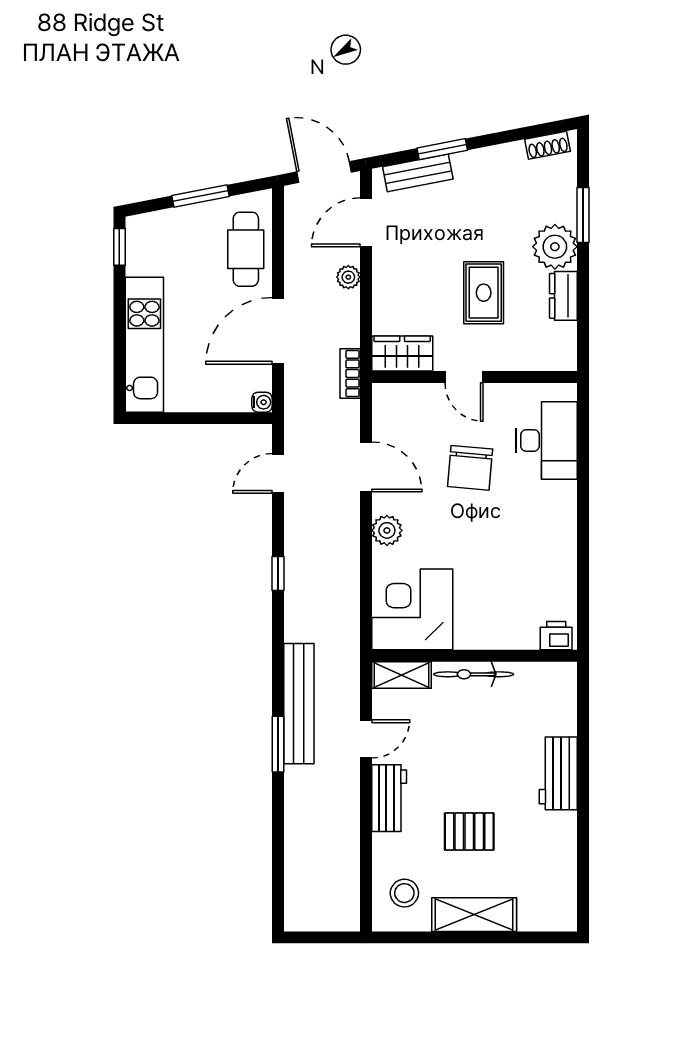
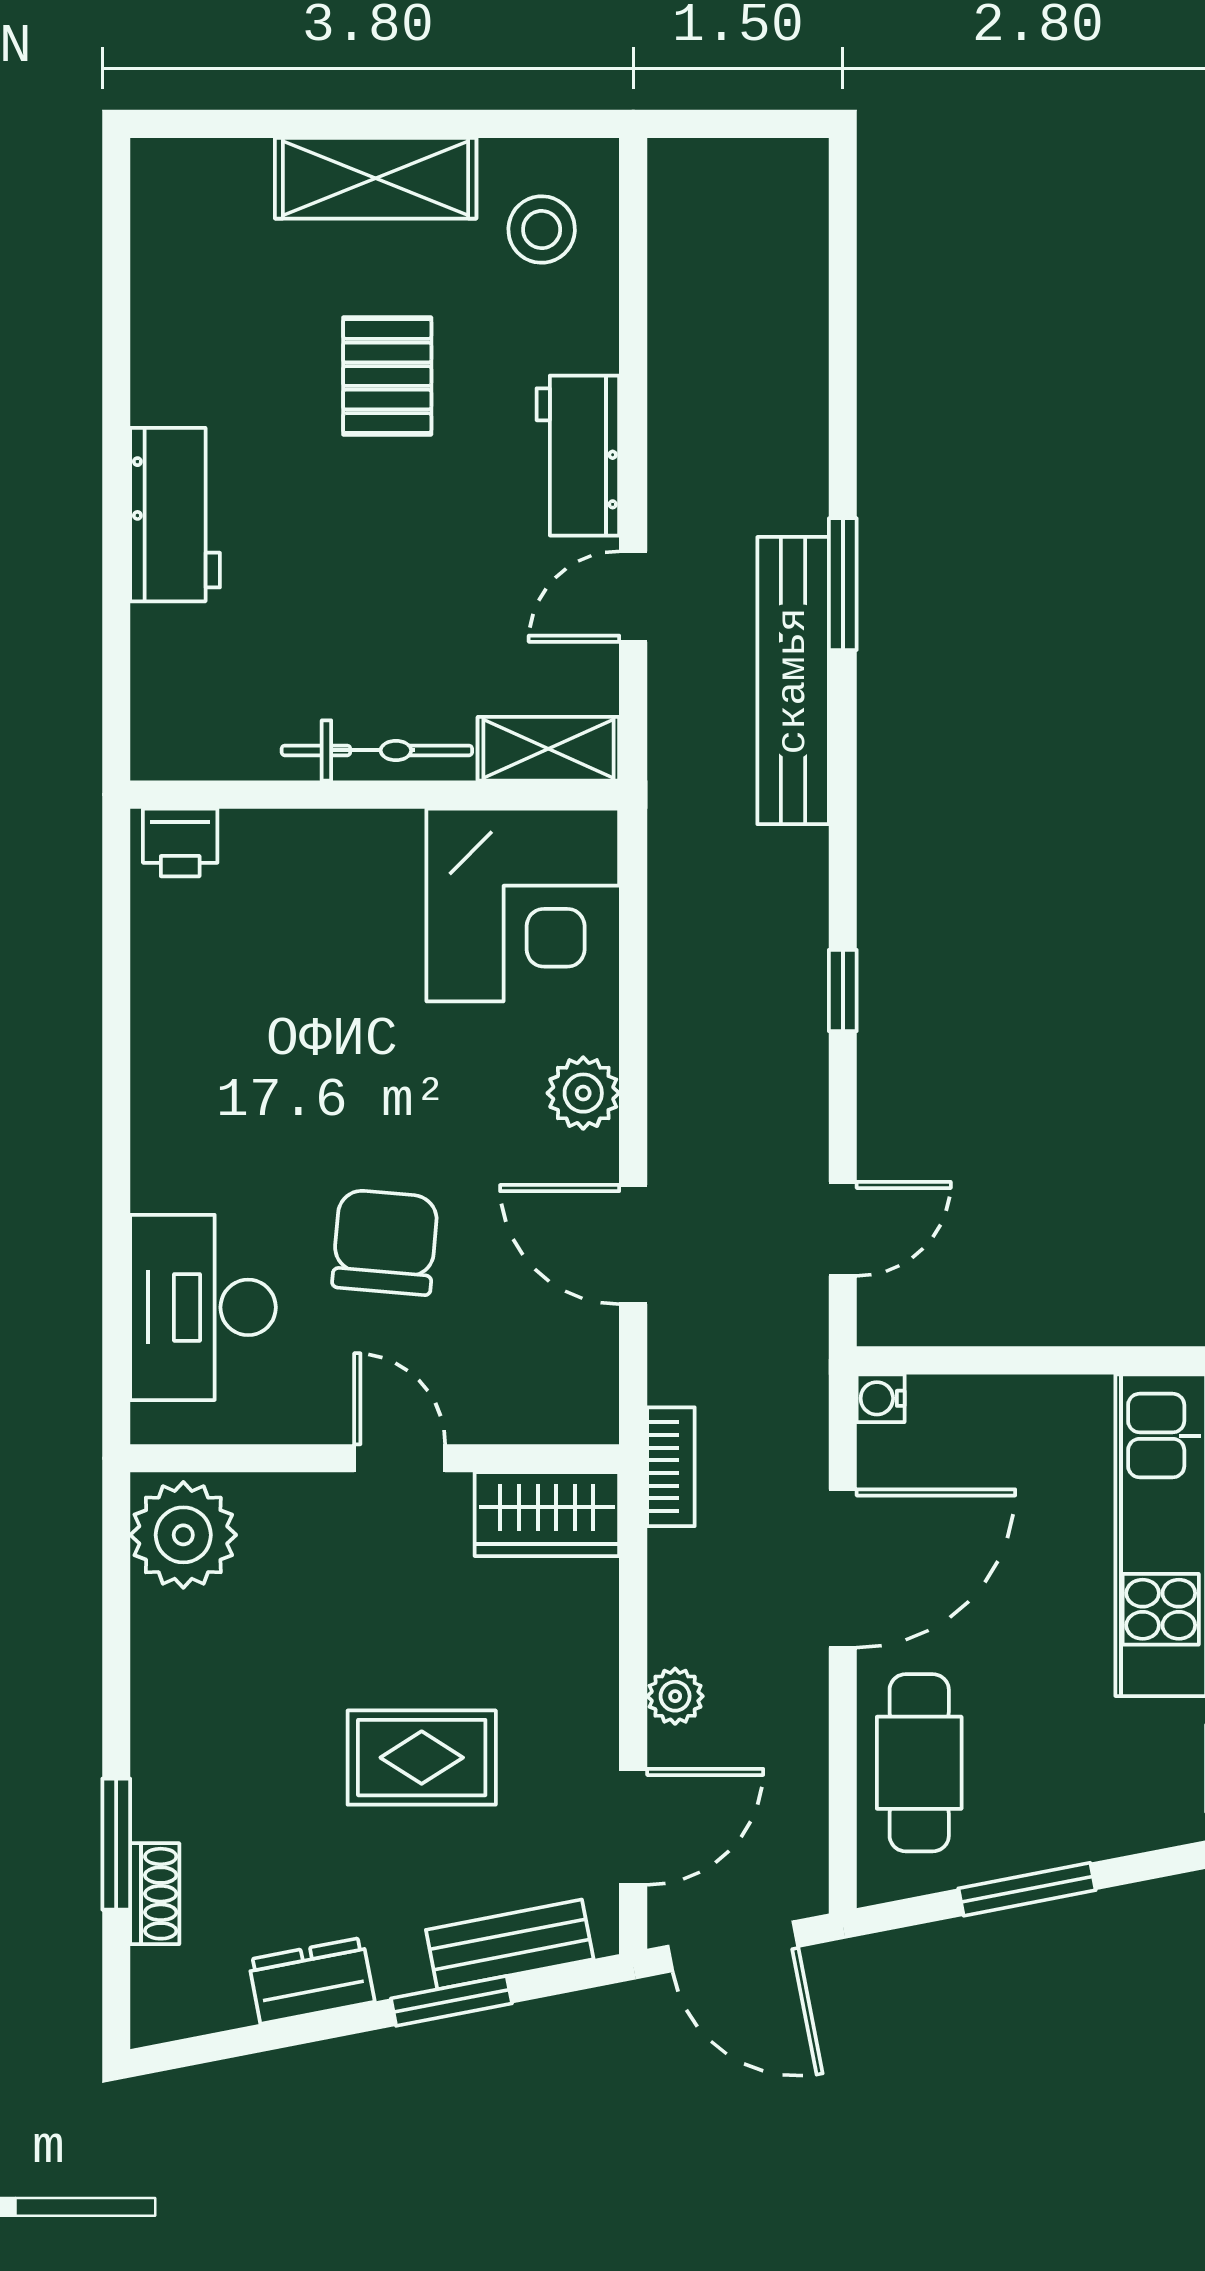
shoe rack: (548, 145) -> (155, 1894), moved, turned 101
plant: (555, 247) -> (183, 1535), moved
rug: (484, 293) -> (422, 1758), moved, turned 90
dresser: (563, 296) -> (311, 1981), moved, turned -101
pallet: (469, 832) -> (387, 376), turned 90

